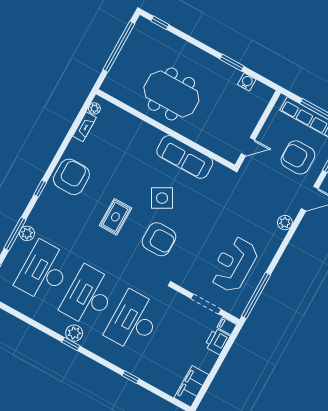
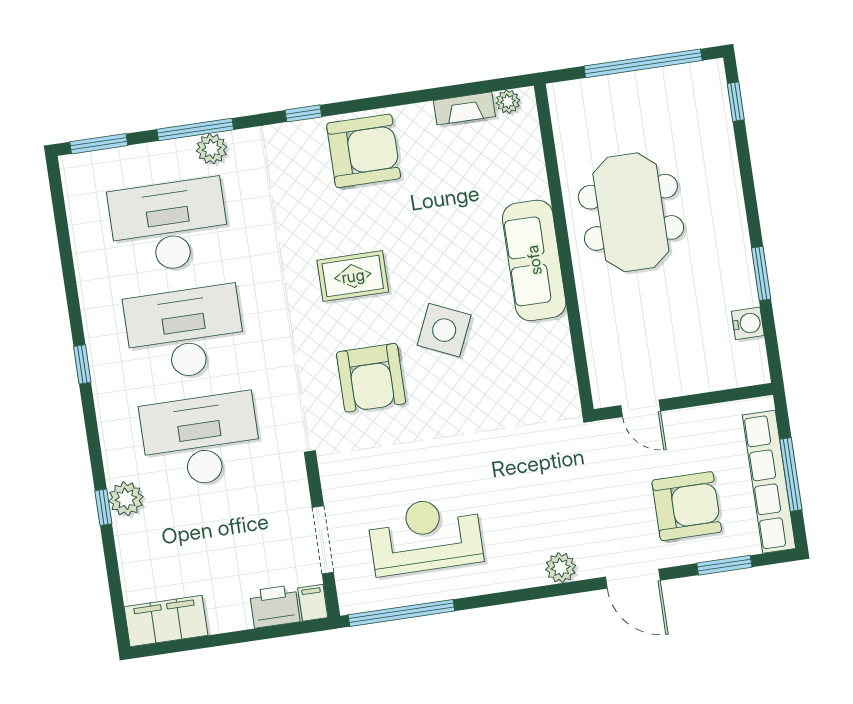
sofa: (185, 157) -> (534, 260), moved
armchair: (298, 157) -> (687, 506), turned 90
side table: (162, 198) -> (444, 330), turned -37
plant: (74, 333) -> (126, 499), moved

